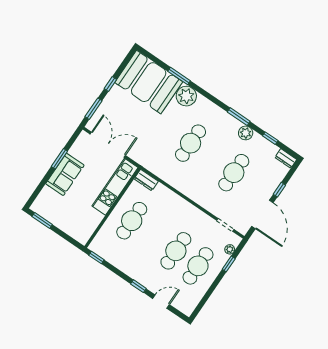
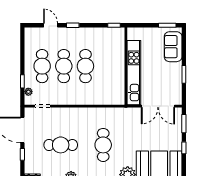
cafe table: (234, 173) -> (61, 145), turned 90
sofa: (65, 174) -> (173, 47), moved
dresser: (146, 180) -> (116, 100), removed
kitchen unit: (115, 187) -> (134, 73), width x1.36
cafe table: (132, 221) -> (85, 66), moved
door: (161, 302) -> (51, 25), swing flipped

